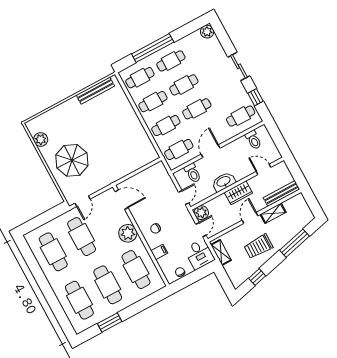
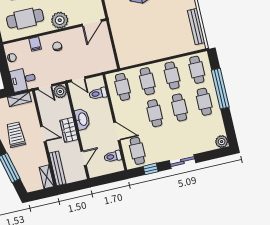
door: (211, 151) -> (117, 131), moved
shelving: (273, 213) -> (47, 177), moved

